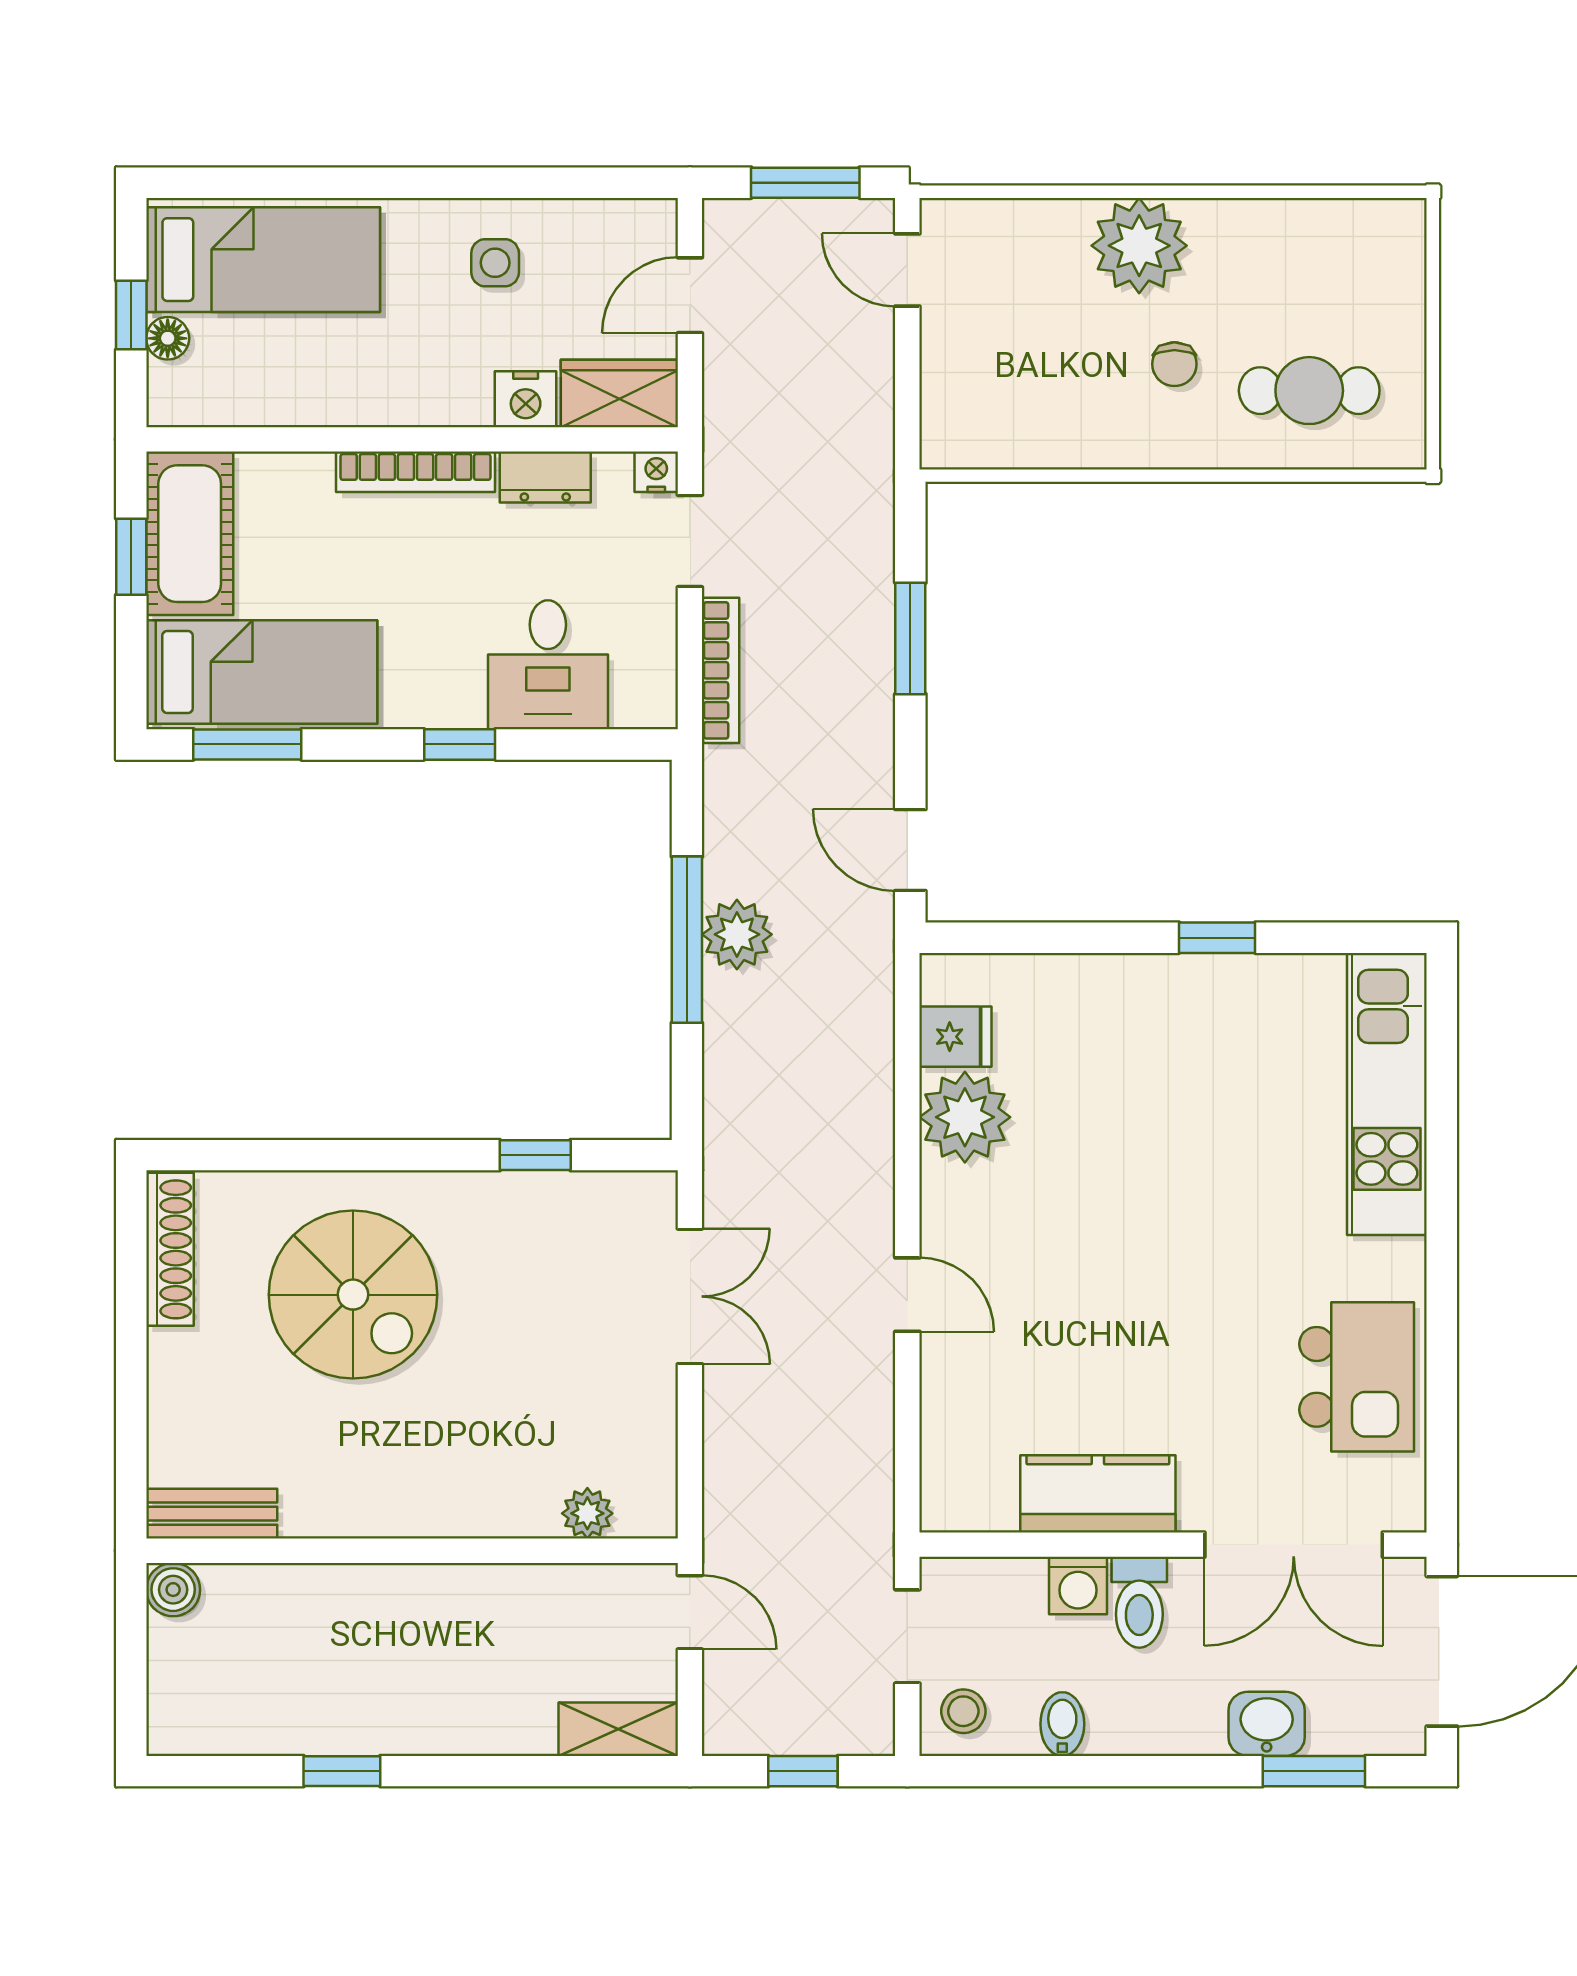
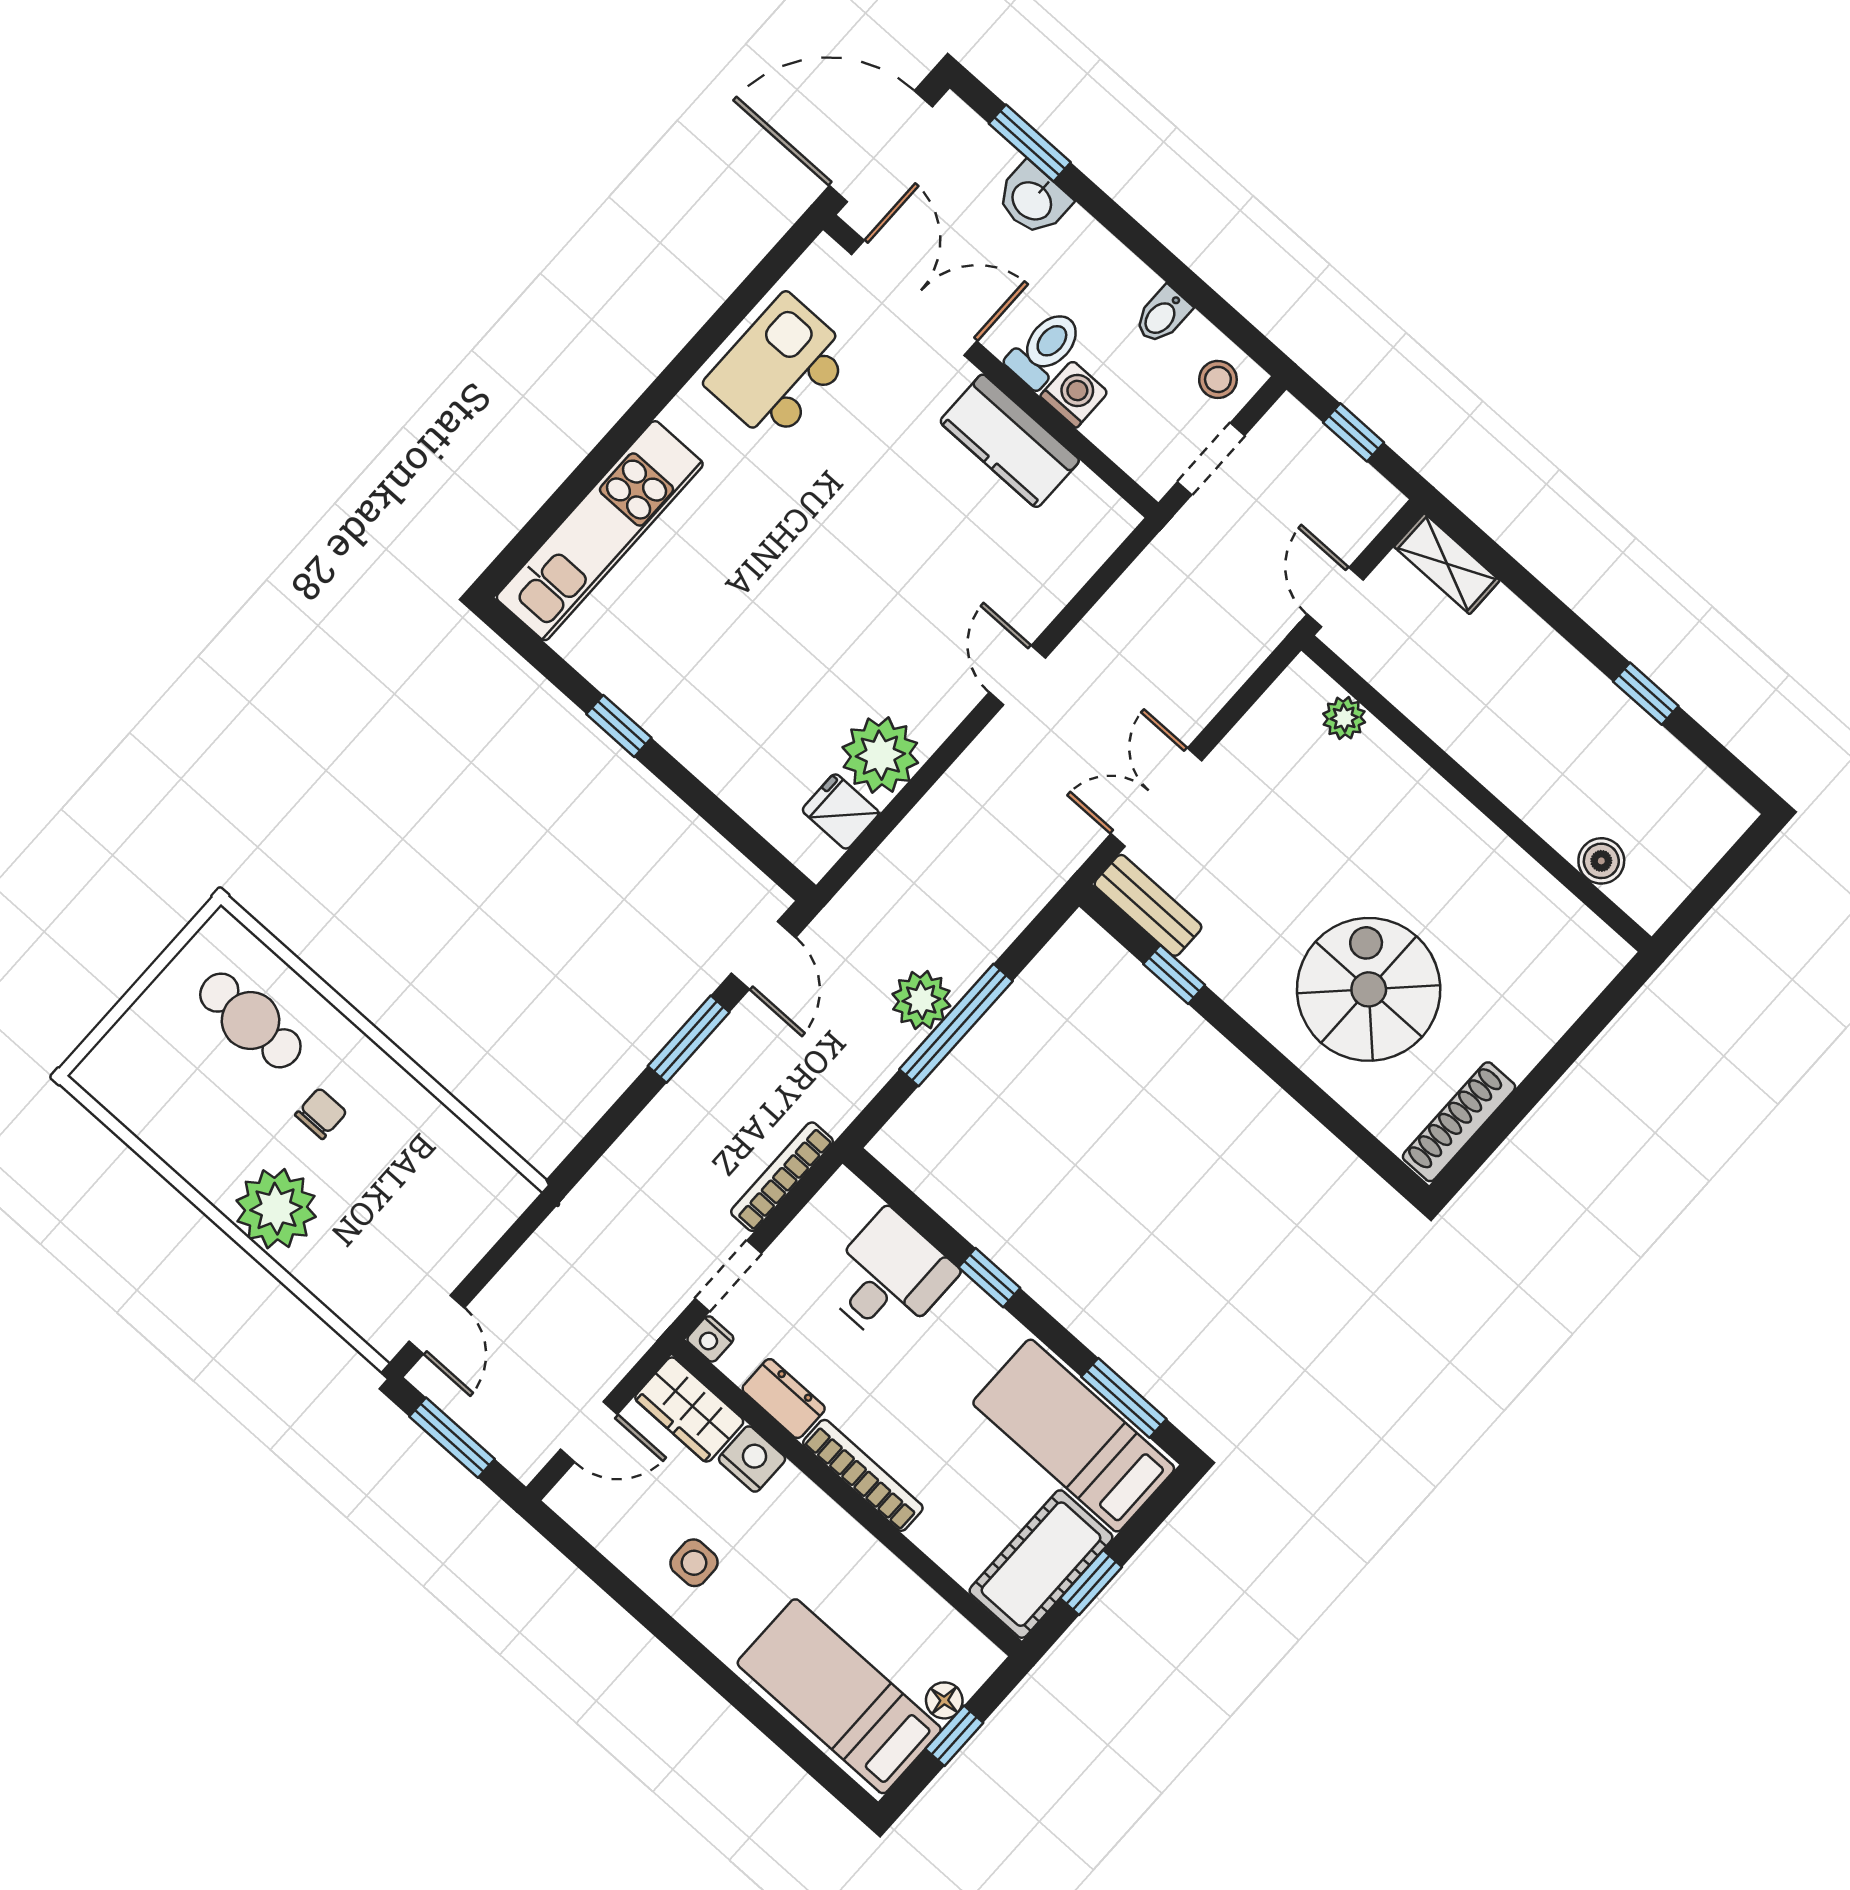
window: (910, 638) -> (689, 1039), moved
bench: (212, 1514) -> (1148, 905), moved
boiler: (173, 1590) -> (1601, 861), moved

